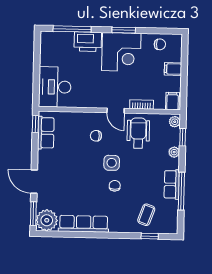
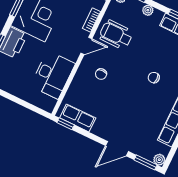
desk: (55, 87) -> (53, 75), moved, turned -90
side table: (112, 163) -> (132, 71), removed
plant: (47, 220) -> (159, 160), width x0.53, depth x0.53

